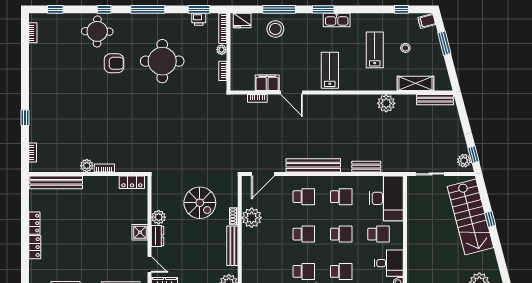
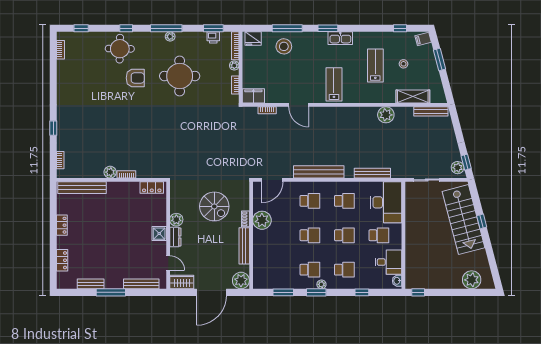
plant: (152, 18) -> (170, 36), added
filing cabinet: (267, 83) -> (253, 96), moved
bench: (366, 167) -> (372, 173), width x1.36
locker: (35, 247) -> (62, 260), moved

